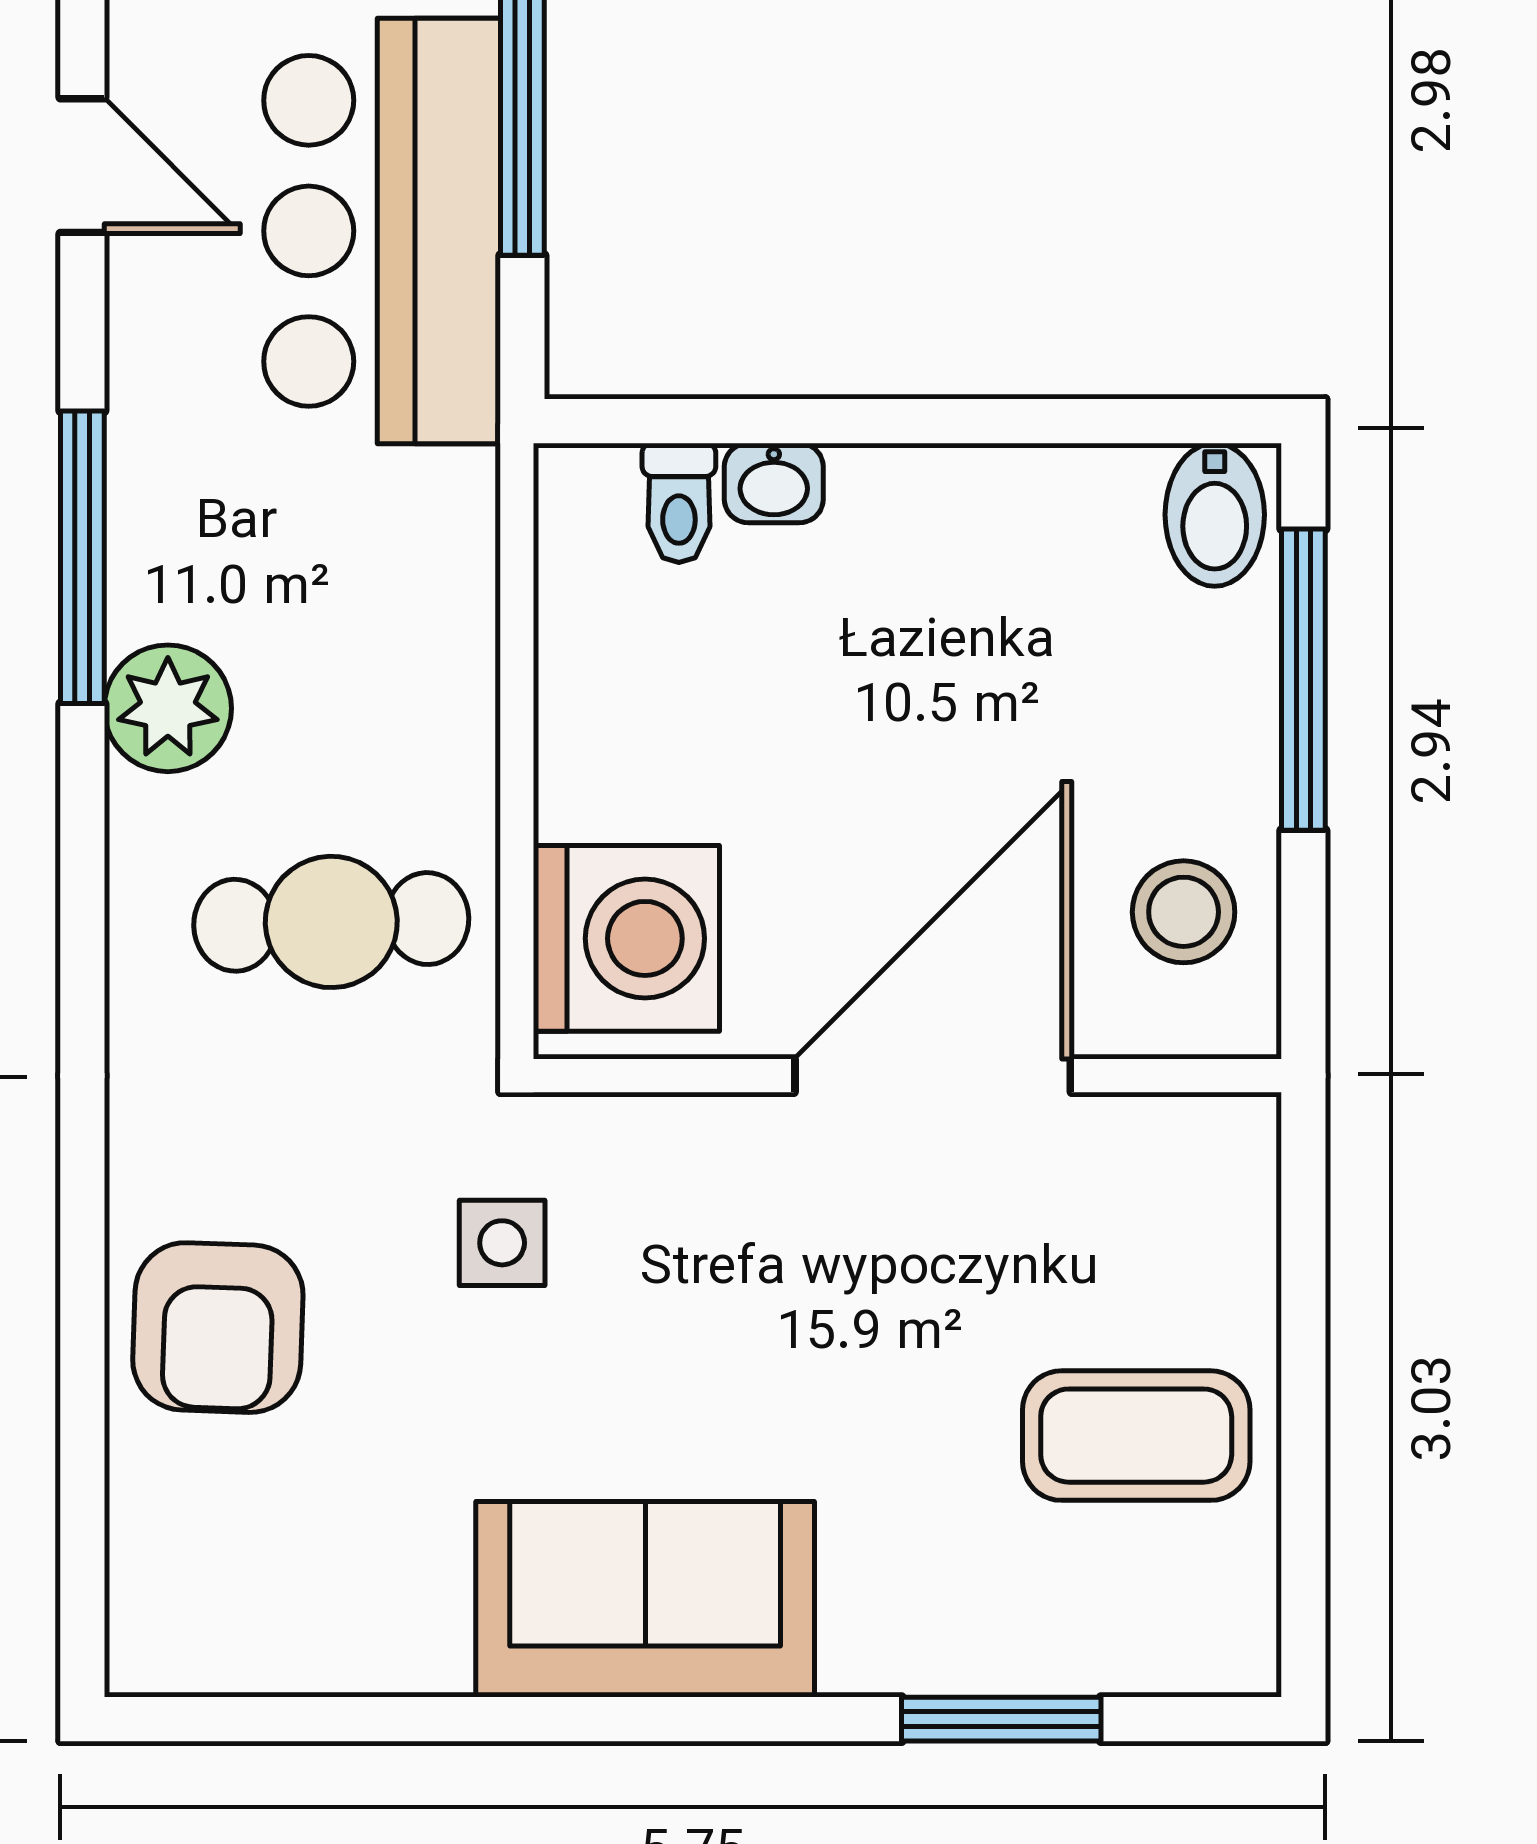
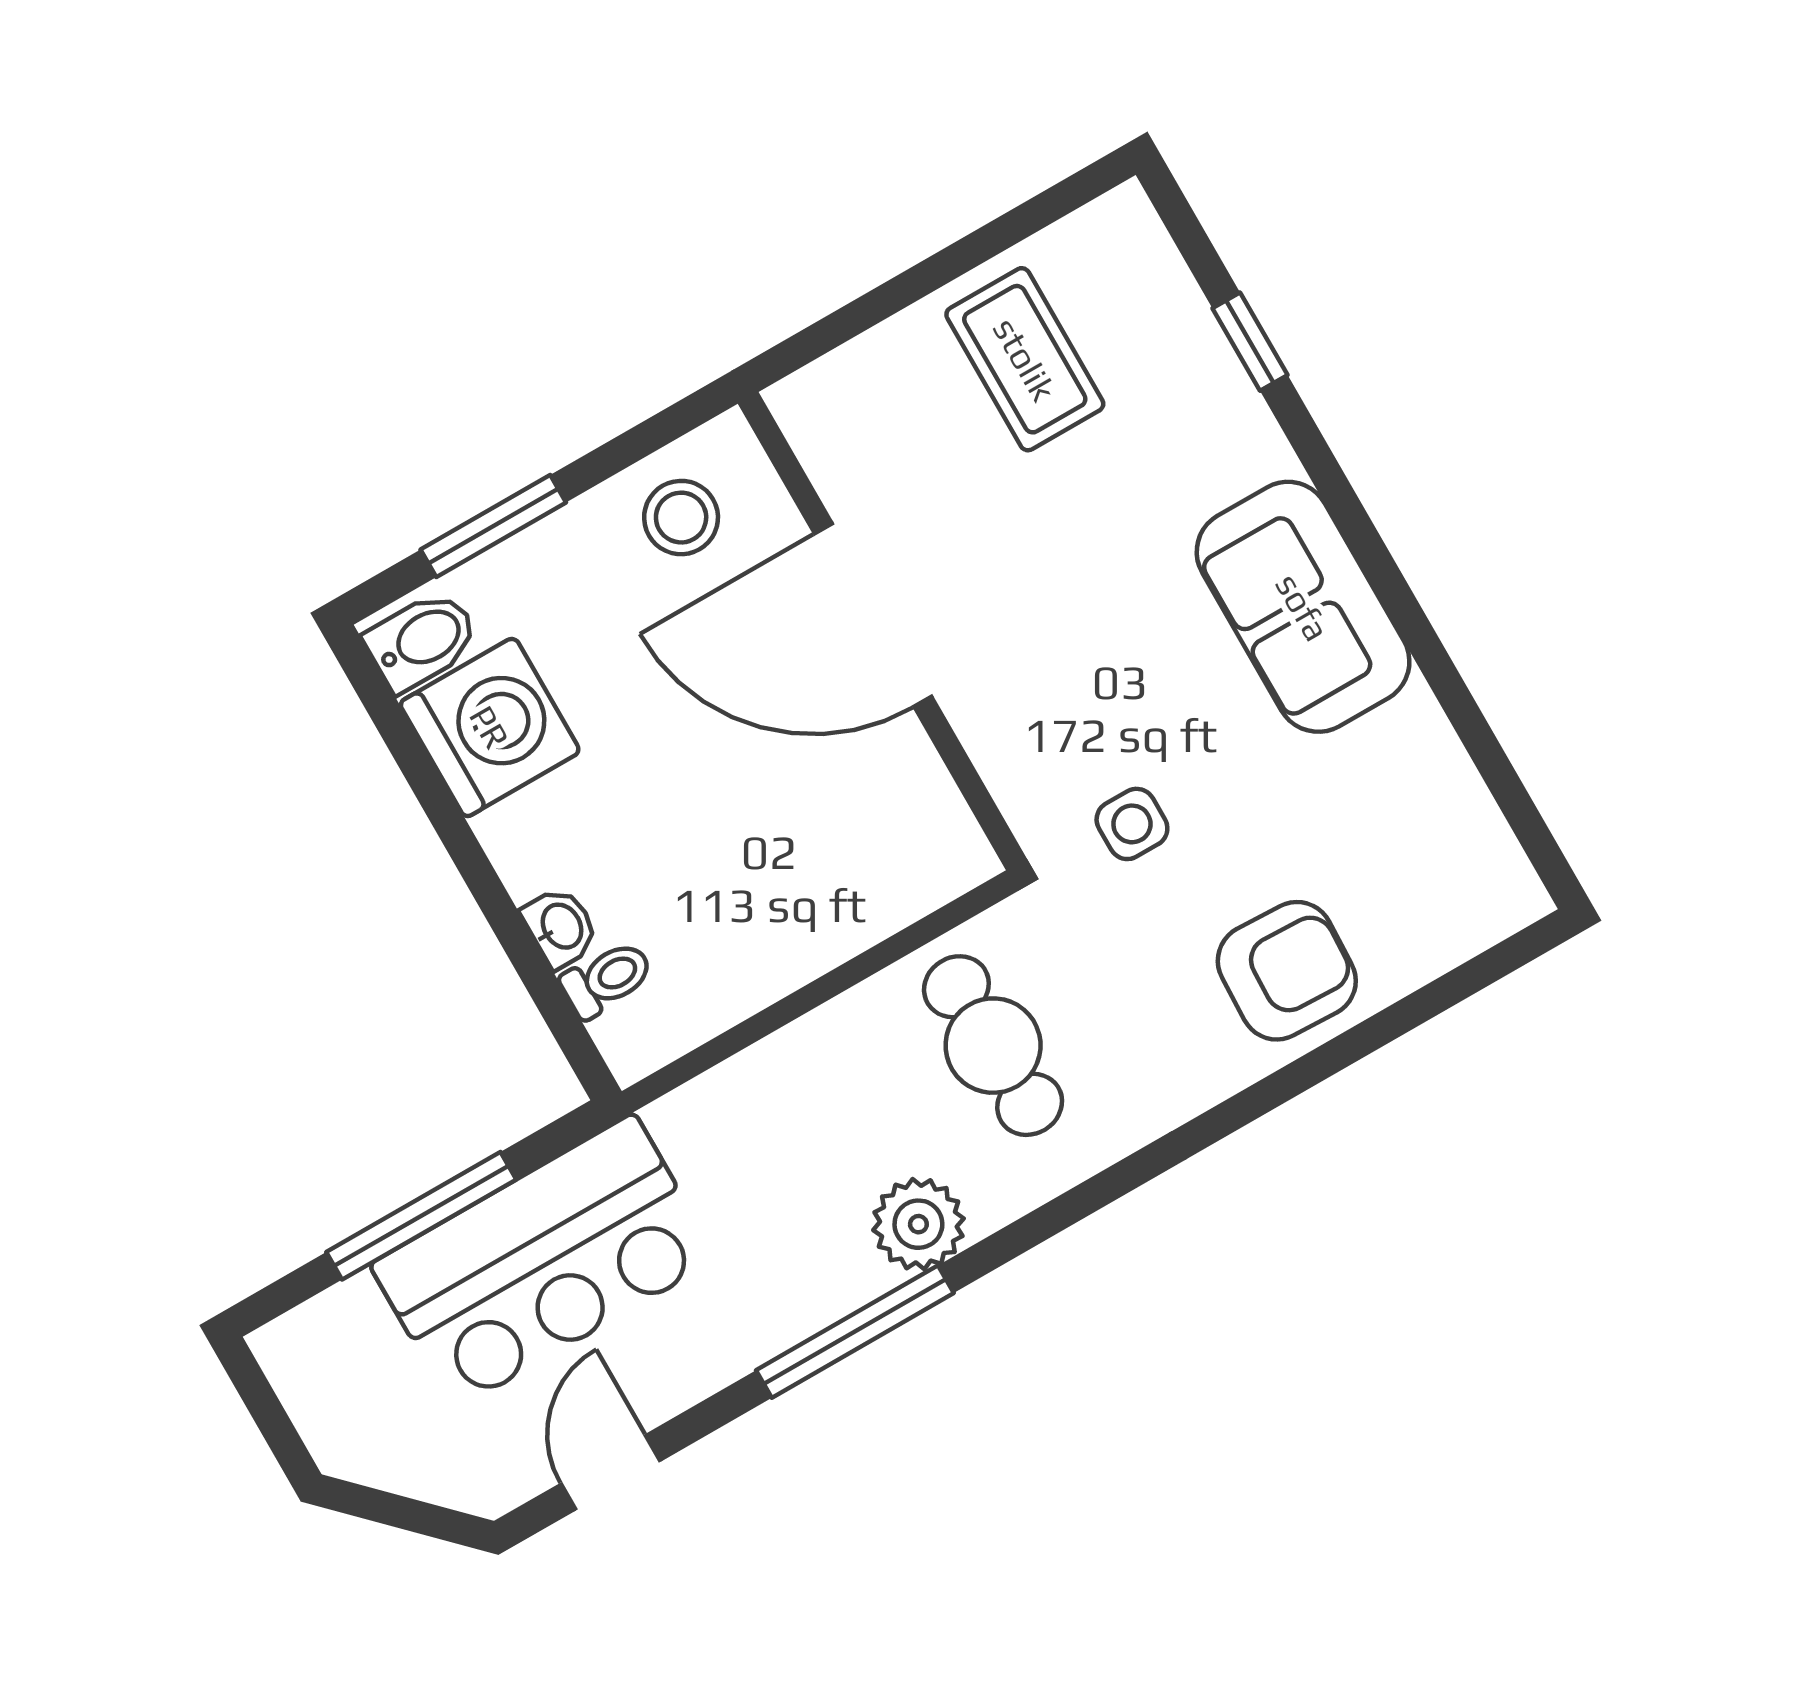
window: (1303, 680) -> (493, 526), width x0.69
washing machine: (626, 938) -> (490, 727), moved, turned 90
window: (1001, 1719) -> (1250, 342), width x0.67

